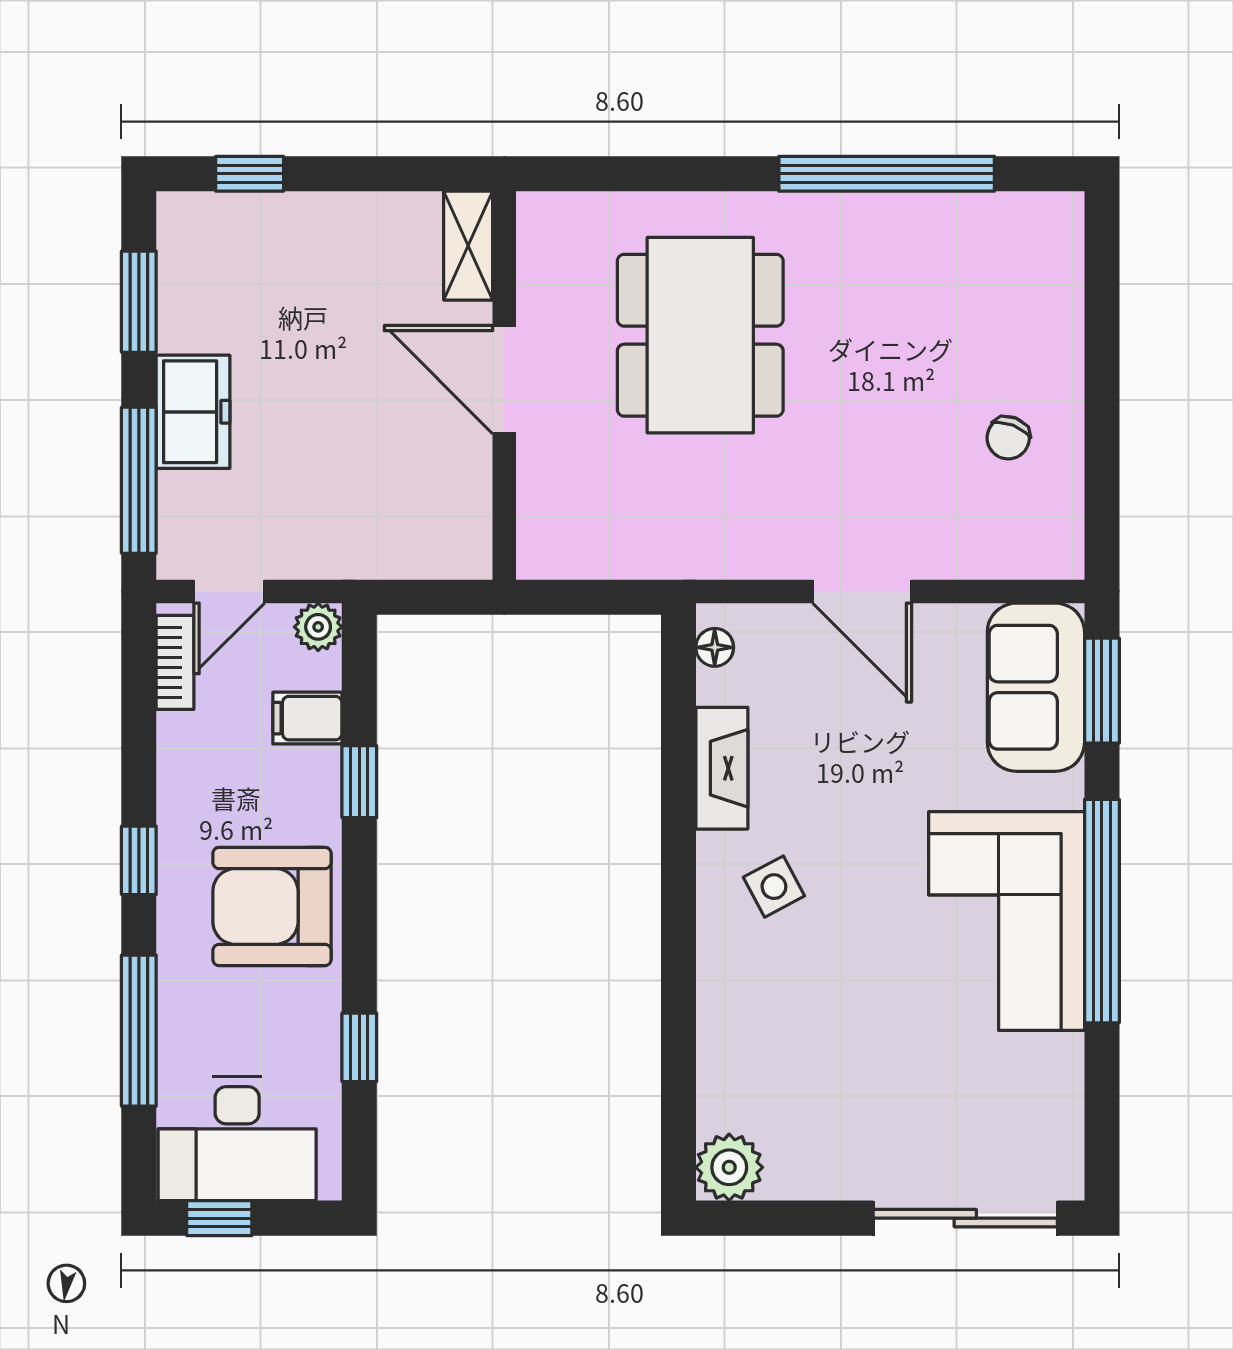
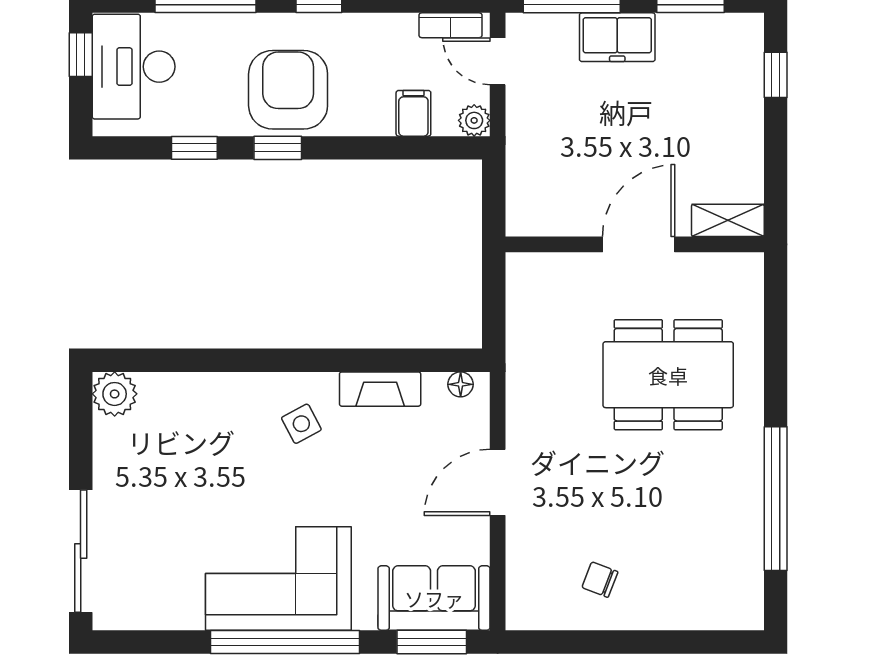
window: (359, 782) -> (278, 148), moved

